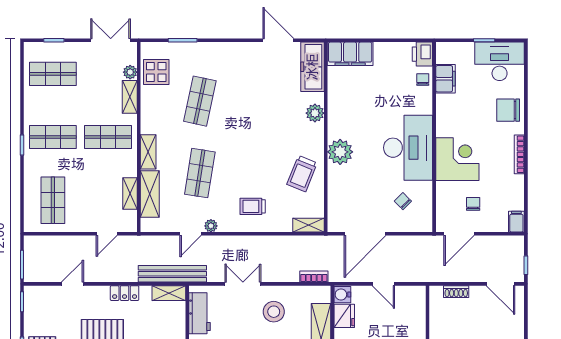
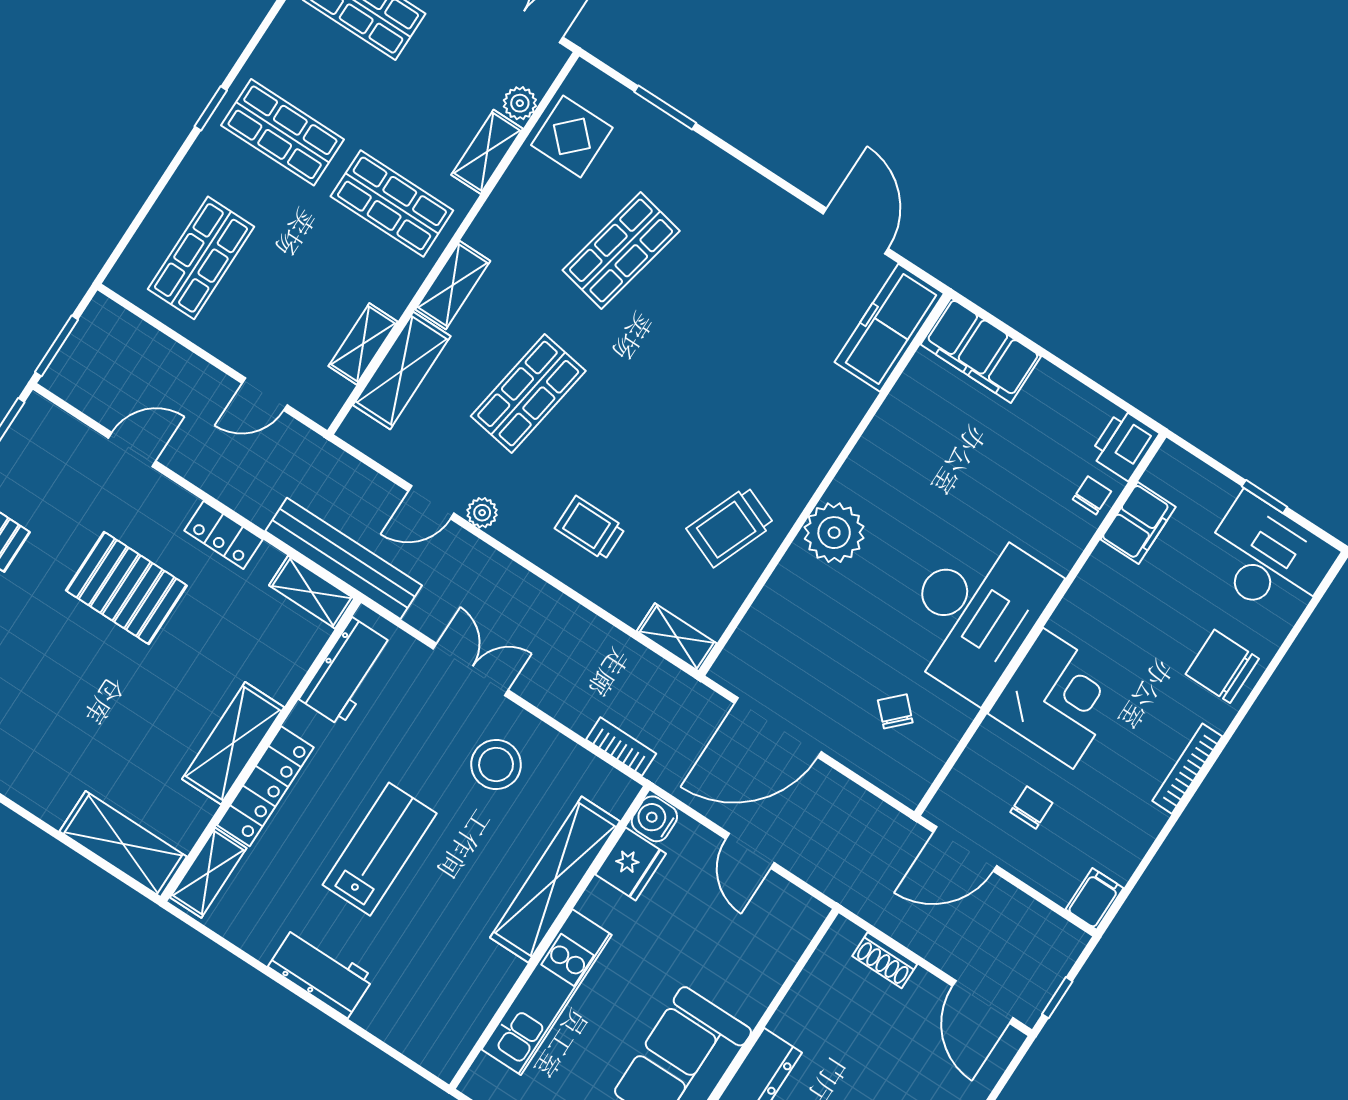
plant: (315, 113) -> (834, 423), removed

